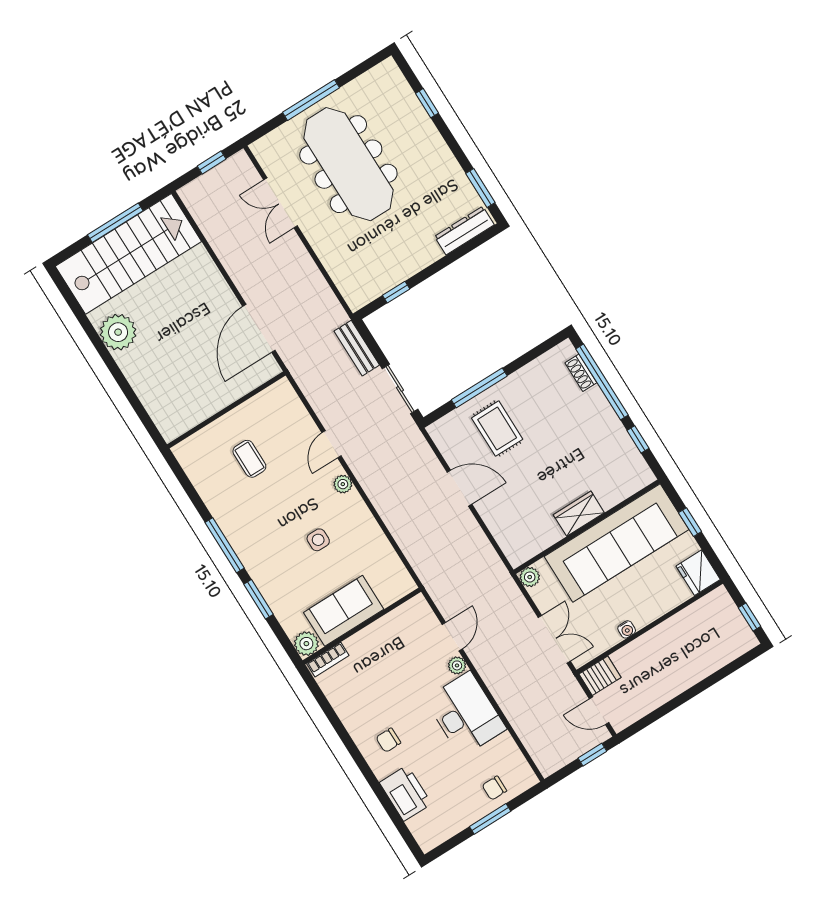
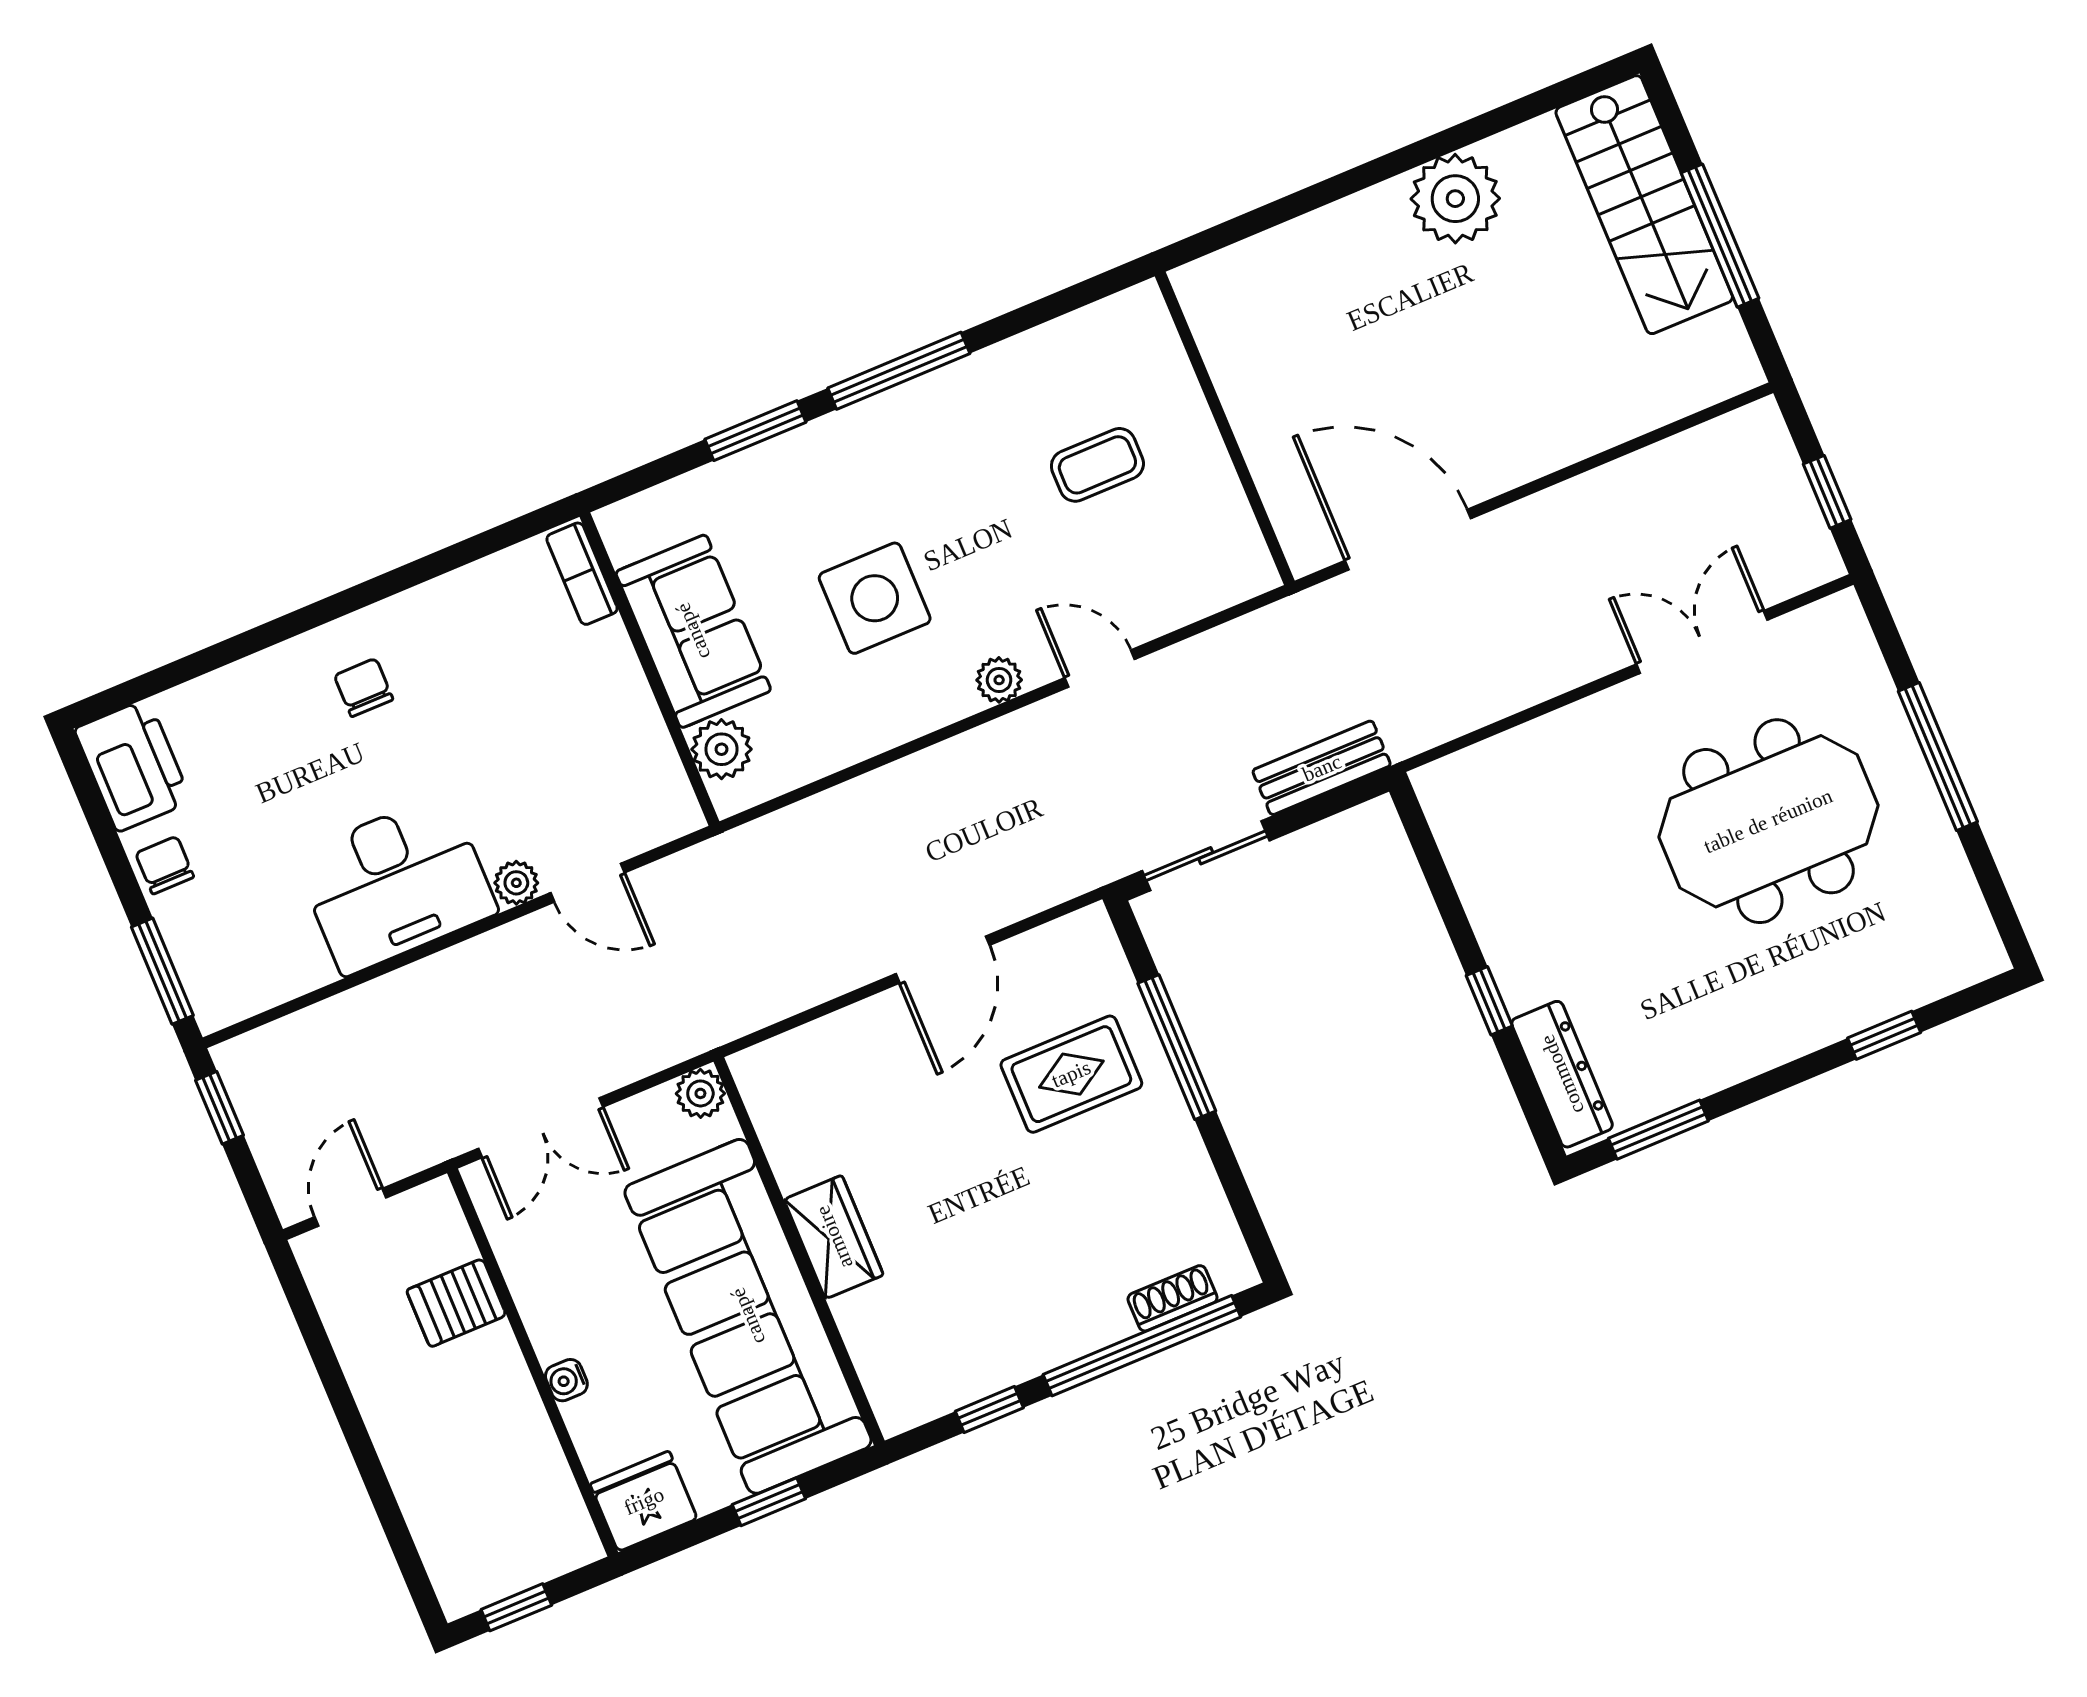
meeting table: (348, 164) -> (1768, 821), width x0.73
stairs: (128, 254) -> (1644, 205), width x0.73, depth x0.66
window: (396, 292) -> (1489, 1001), moved
side table: (318, 540) -> (875, 598), width x1.87, depth x1.87
water cooler: (627, 629) -> (566, 1380), moved
plant: (306, 644) -> (721, 749), moved
server rack: (600, 676) -> (456, 1303), moved, turned 90
window: (592, 755) -> (220, 1108), moved
chair: (494, 788) -> (165, 865), moved
printer: (406, 793) -> (133, 765), moved, turned -90
window: (490, 819) -> (162, 971), moved

